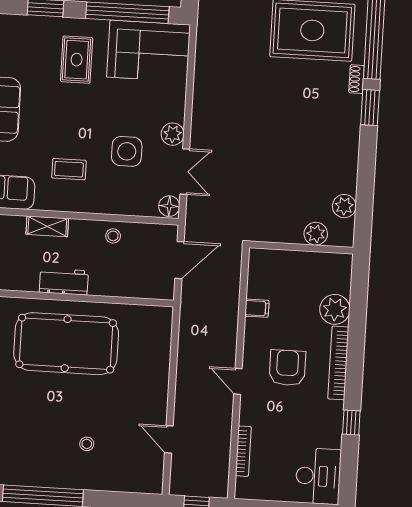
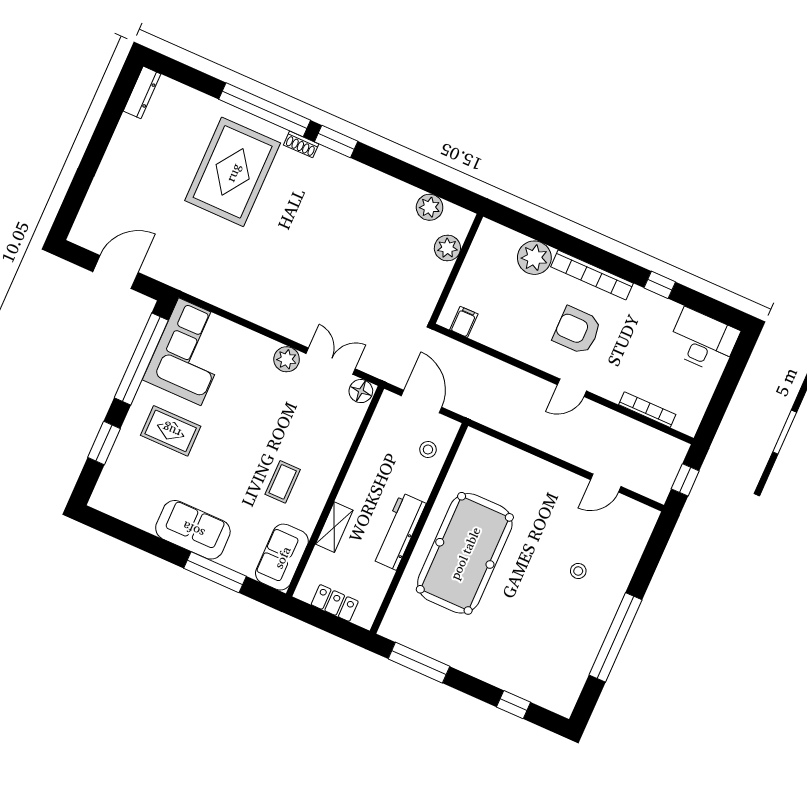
side table: (127, 151) -> (287, 414), removed
stool: (113, 236) -> (428, 449), moved
workbench: (64, 282) -> (399, 531), width x1.37
filing cabinet: (257, 308) -> (464, 322), moved

